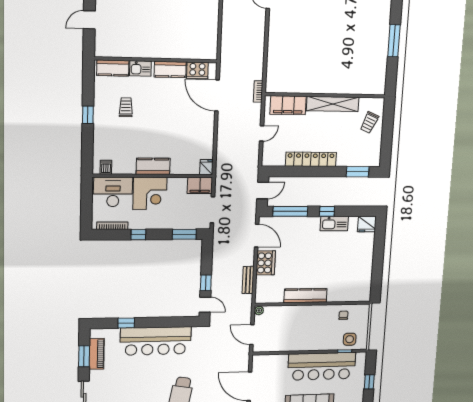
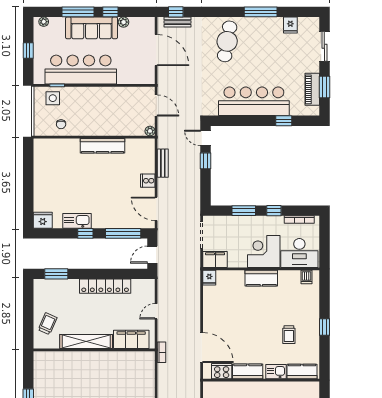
window: (184, 234) -> (244, 211), moved
cooker: (266, 263) -> (148, 181), width x0.53, depth x0.76

